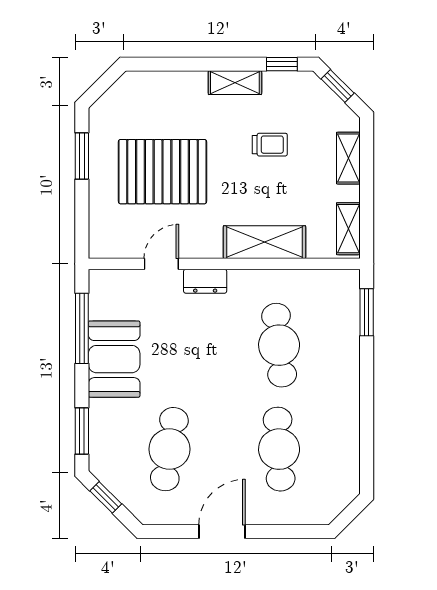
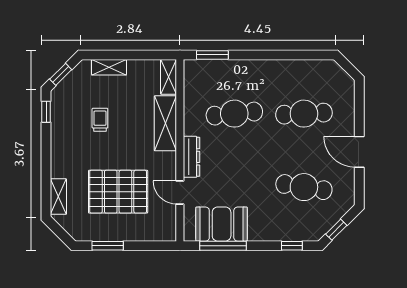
shelving: (235, 83) -> (58, 197), moved
pallet: (162, 172) -> (118, 192), turned 90
shelving: (348, 229) -> (169, 77), moved, turned 90
dresser: (205, 281) -> (191, 157), width x1.44
booth: (114, 359) -> (222, 224), moved
window: (82, 431) -> (292, 246), width x0.67

